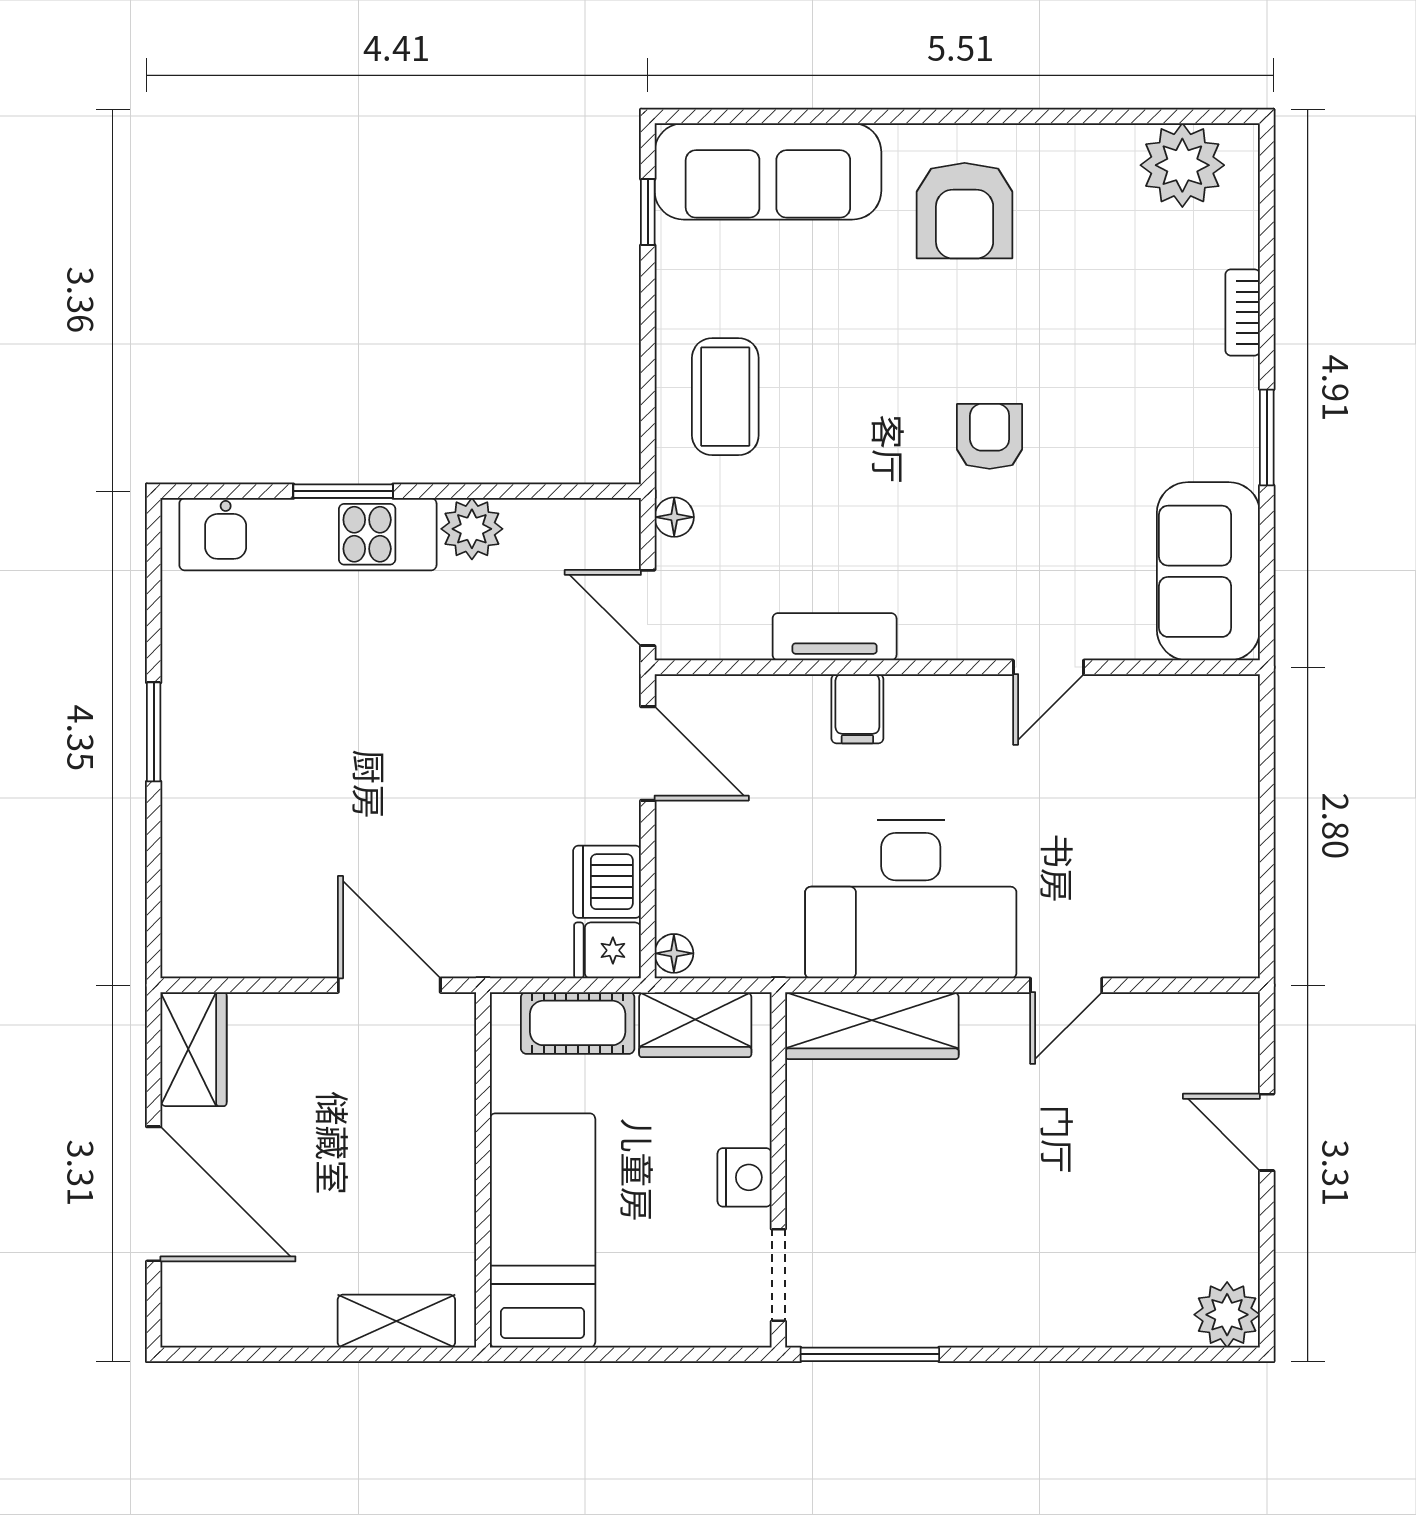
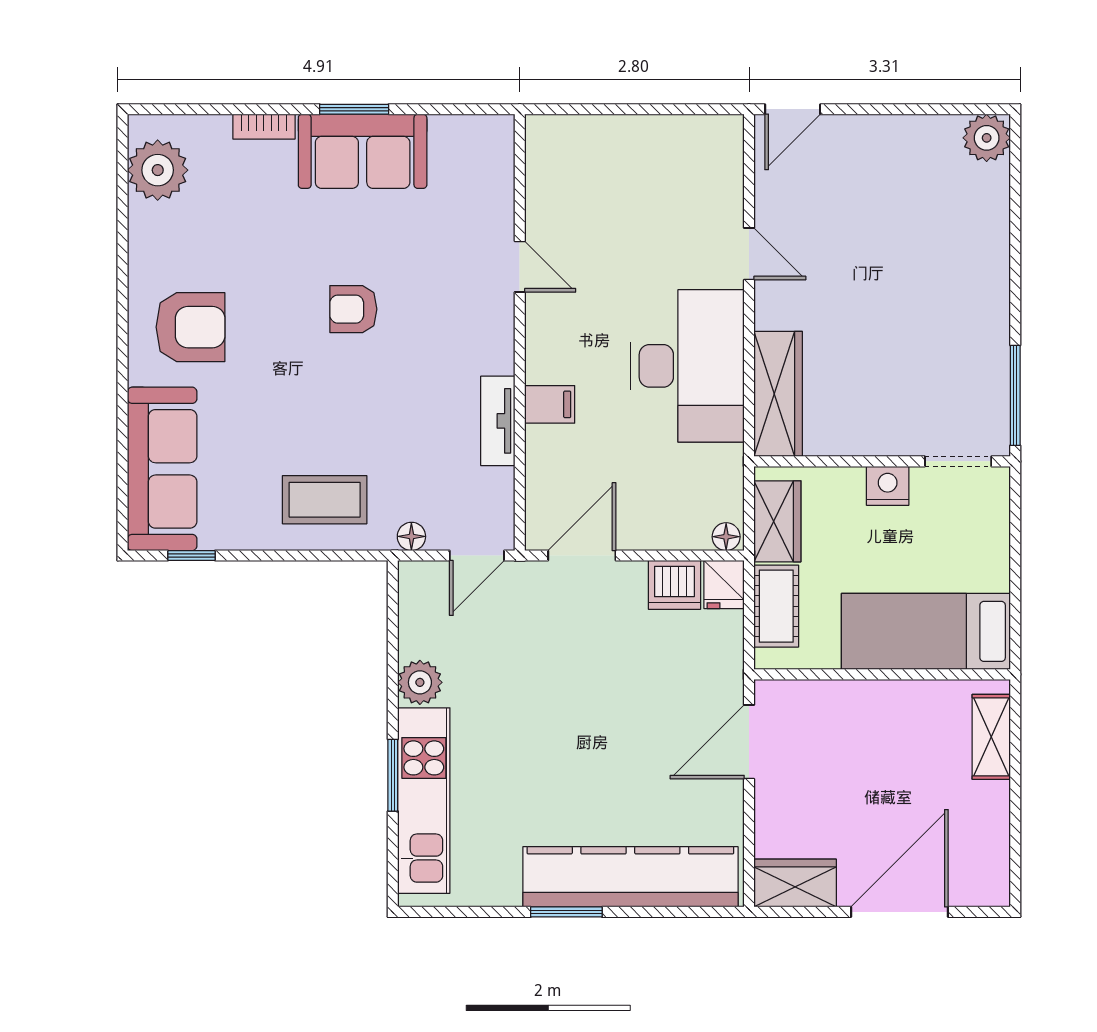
sofa: (1208, 571) -> (363, 151), moved
kitchen counter: (202, 821) -> (630, 877), added
door: (1267, 1132) -> (793, 109), moved

